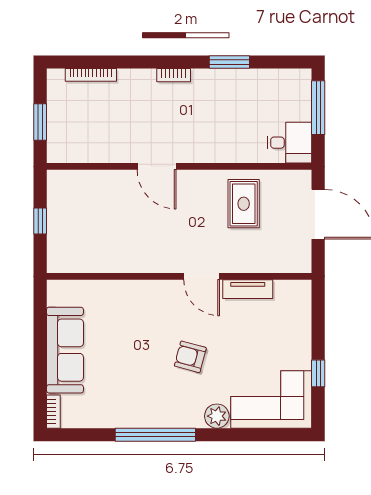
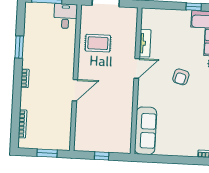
sofa: (65, 350) -> (146, 131), moved, turned 90

